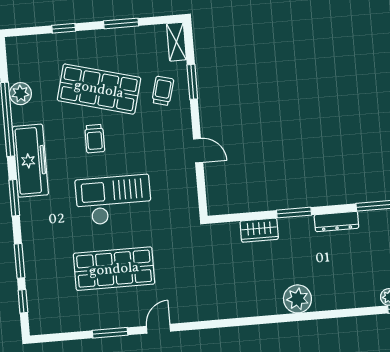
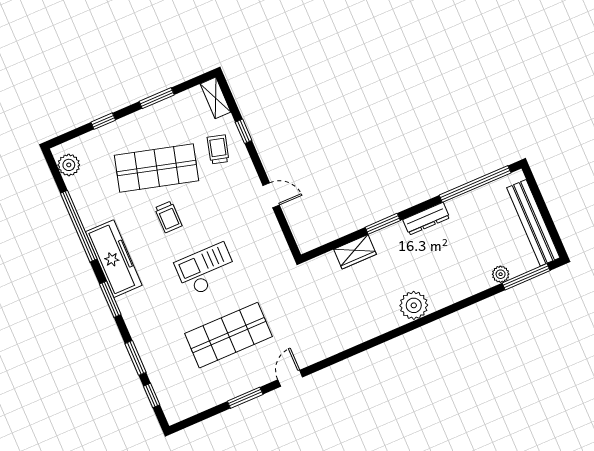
window: (192, 82) -> (244, 131), width x0.67
plant: (20, 94) -> (69, 165), moved
checkout: (114, 200) -> (206, 270), width x0.73, depth x0.83

